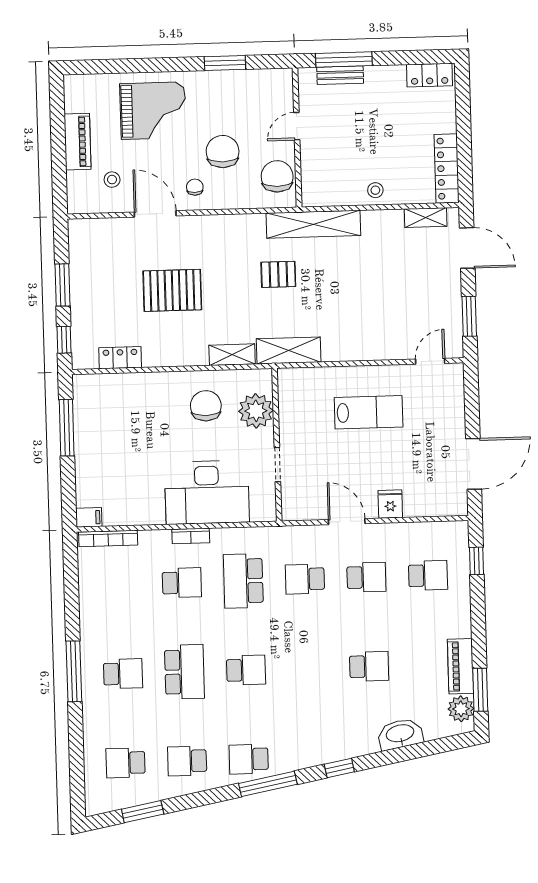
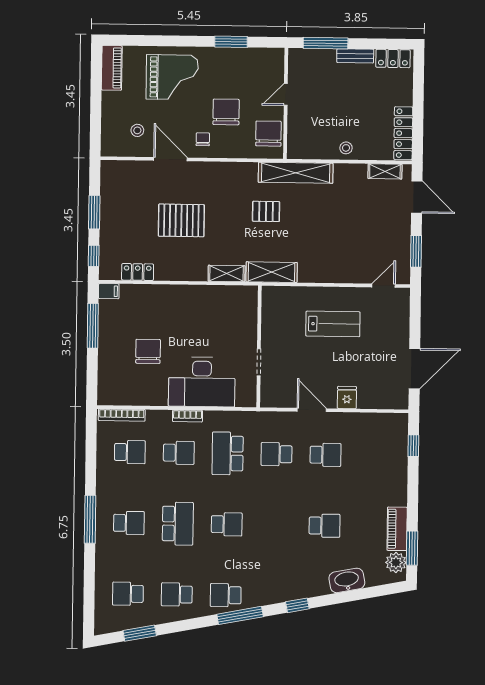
bench: (340, 75) -> (355, 56), moved
piano: (78, 142) -> (112, 68), moved
chair: (206, 406) -> (148, 351), moved
plant: (256, 411) -> (244, 319), removed
filing cabinet: (89, 517) -> (109, 291), moved
school desk: (428, 575) -> (130, 452), moved

